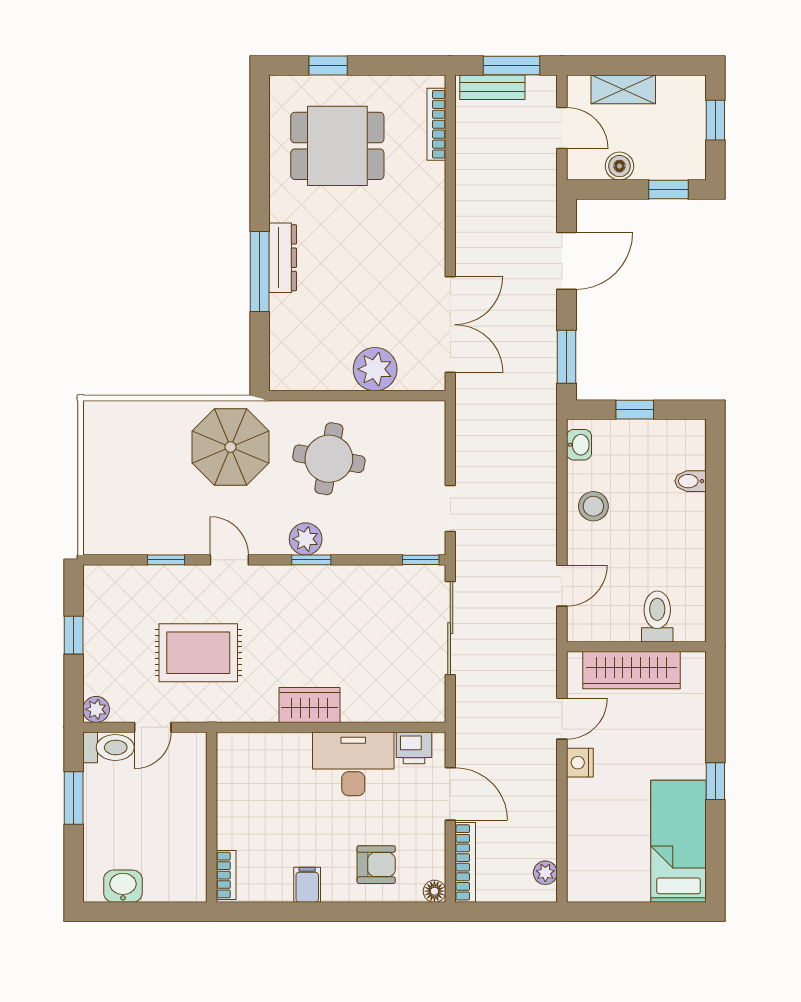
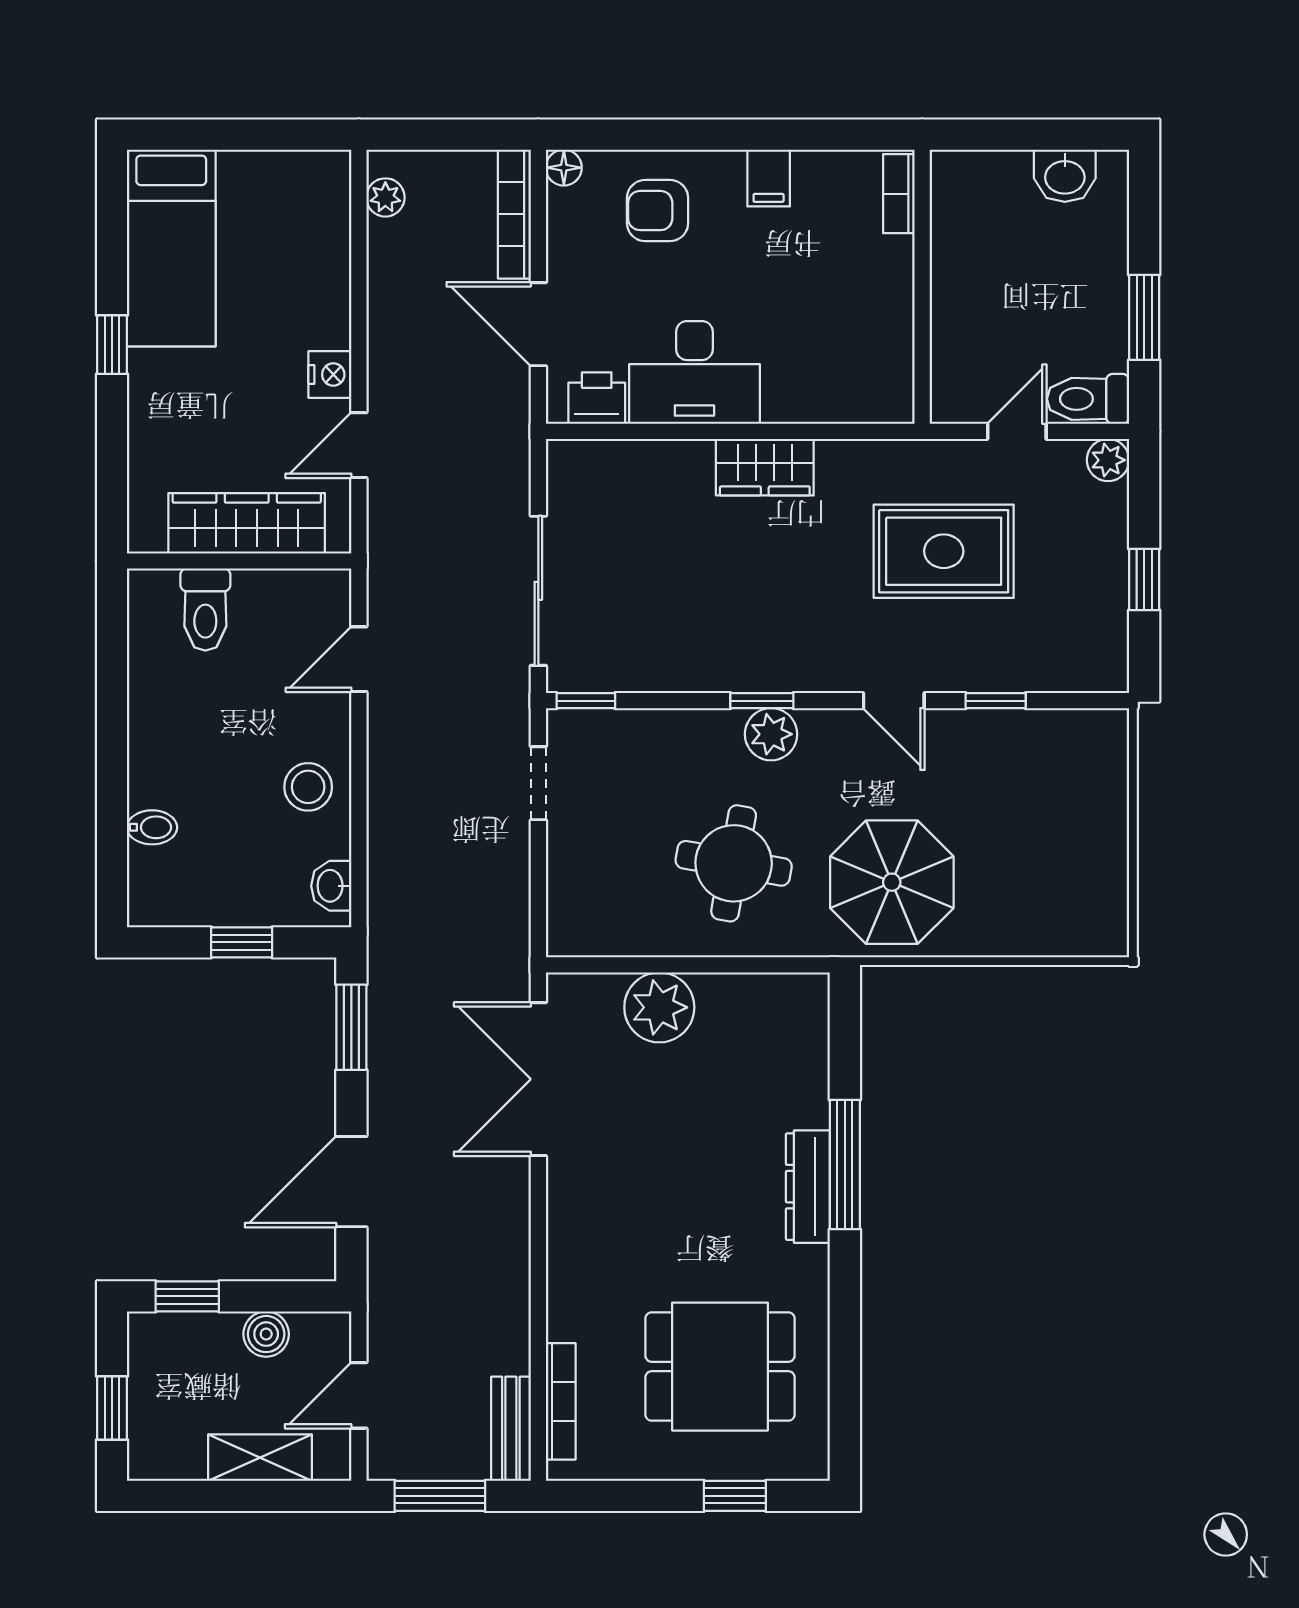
bench: (492, 87) -> (511, 1429), moved, turned 90
door: (562, 128) -> (359, 1395), hinge flipped

